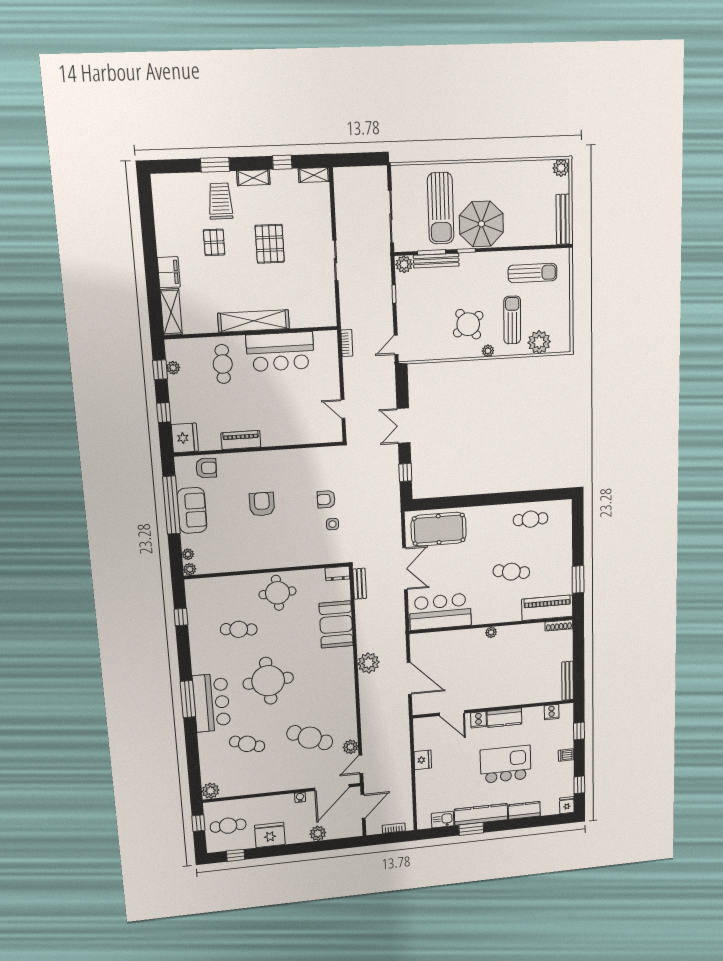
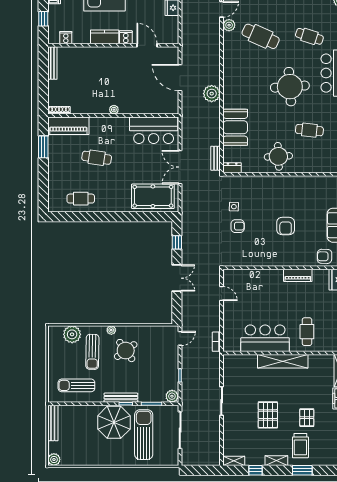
bench: (436, 261) -> (121, 398), moved

